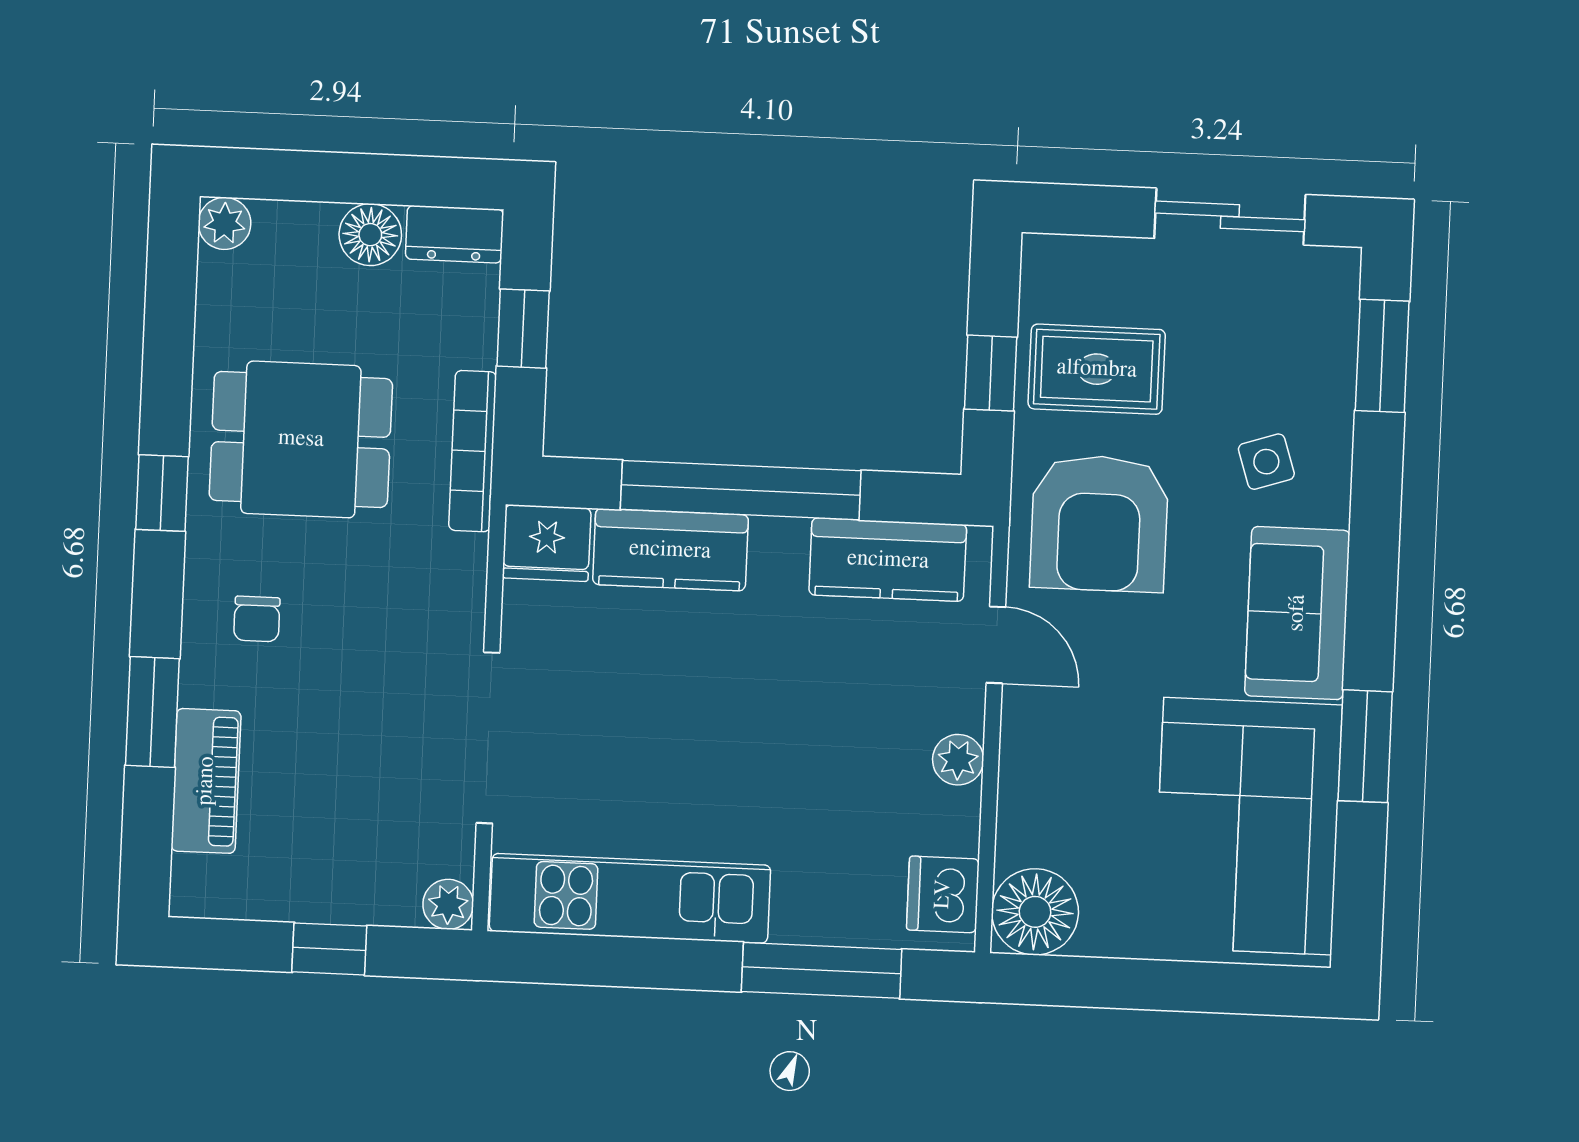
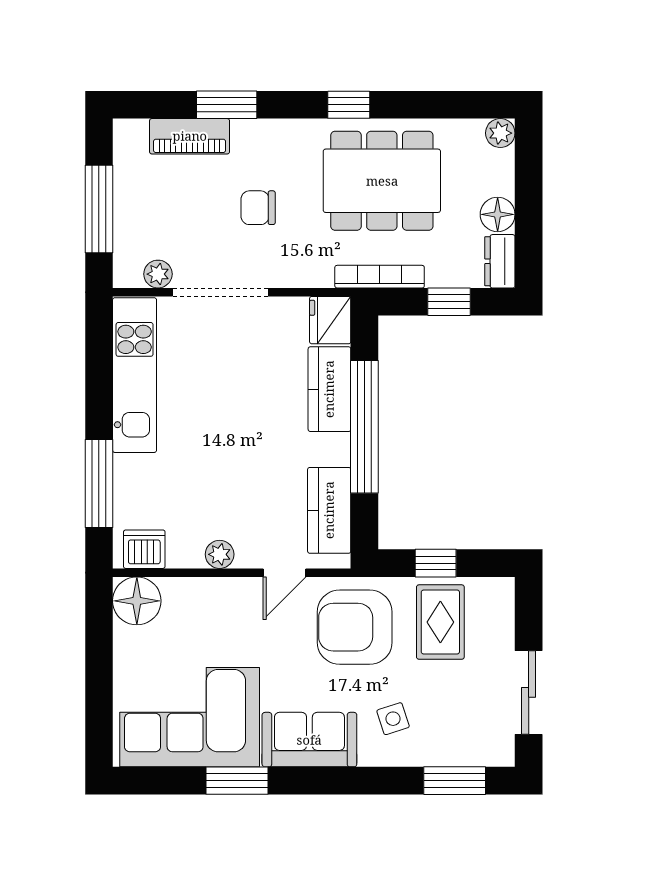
dining table: (301, 439) -> (382, 181), width x1.38
chair: (257, 619) -> (258, 208), moved, width x1.37, depth x1.37
plant: (448, 904) -> (158, 274), moved
window: (329, 949) -> (99, 209), width x2.17

